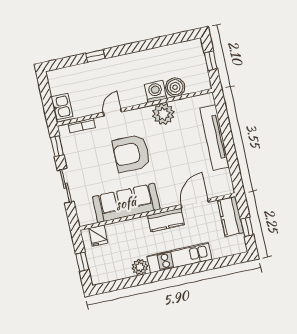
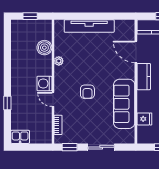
washing machine: (155, 92) -> (44, 84), moved
kitchen sink: (62, 107) -> (20, 137), moved
plant: (163, 114) -> (59, 61), width x0.53, depth x0.53
armchair: (131, 153) -> (87, 92), width x0.53, depth x0.53
fridge: (98, 236) -> (144, 119), moved

